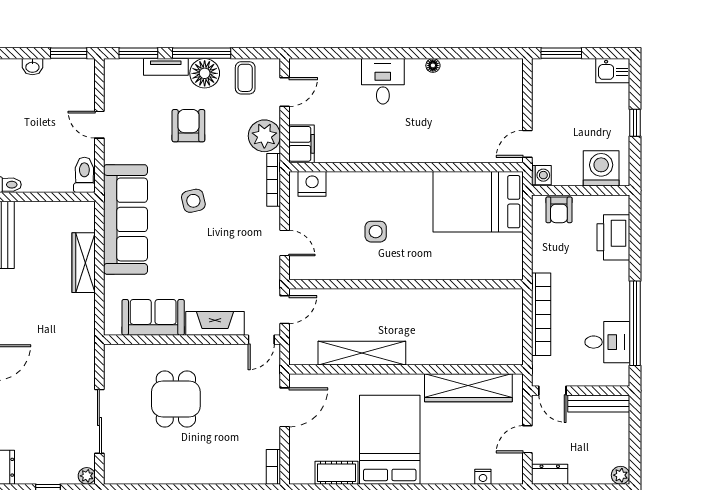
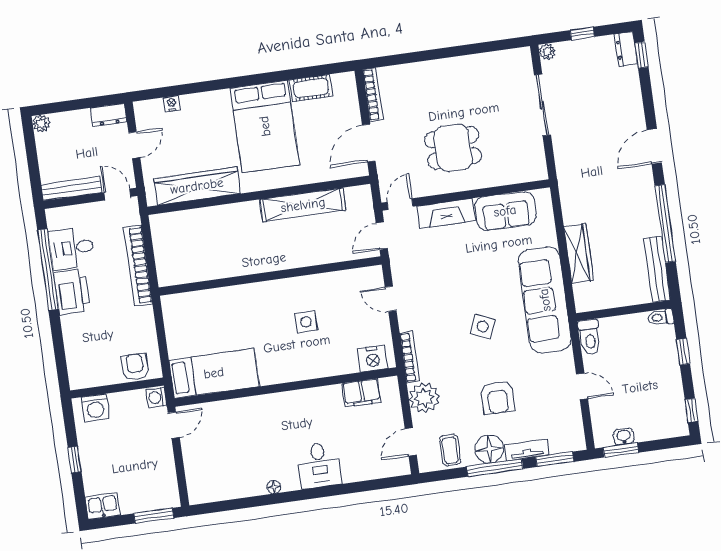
washbasin: (32, 67) -> (624, 437), moved
filing cabinet: (302, 144) -> (361, 393), moved, turned -90
washing machine: (601, 168) -> (95, 408), width x0.73, depth x0.73
side table: (193, 201) -> (483, 327), turned 36
bed: (478, 202) -> (214, 373), width x0.67
printer: (613, 237) -> (72, 291), moved
dining table: (176, 399) -> (453, 148), moved, turned 90
bookcase: (273, 467) -> (373, 95), width x1.56

